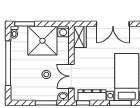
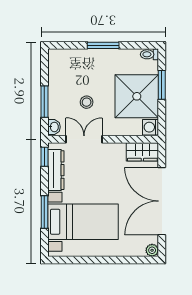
window: (25, 24) -> (162, 85), moved
double door: (113, 24) -> (162, 201), width x1.36
window: (8, 63) -> (103, 45), width x0.47

